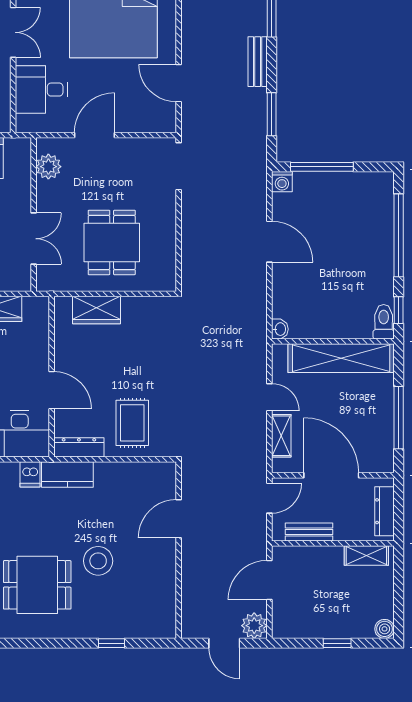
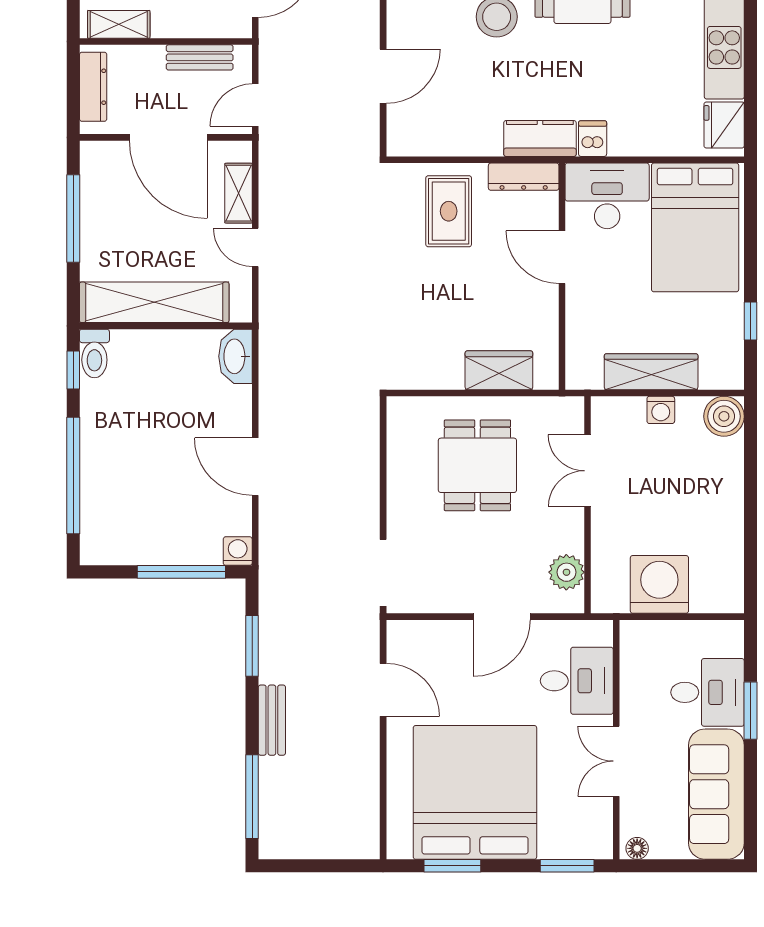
washbasin: (280, 329) -> (235, 356), width x1.91, depth x1.45

